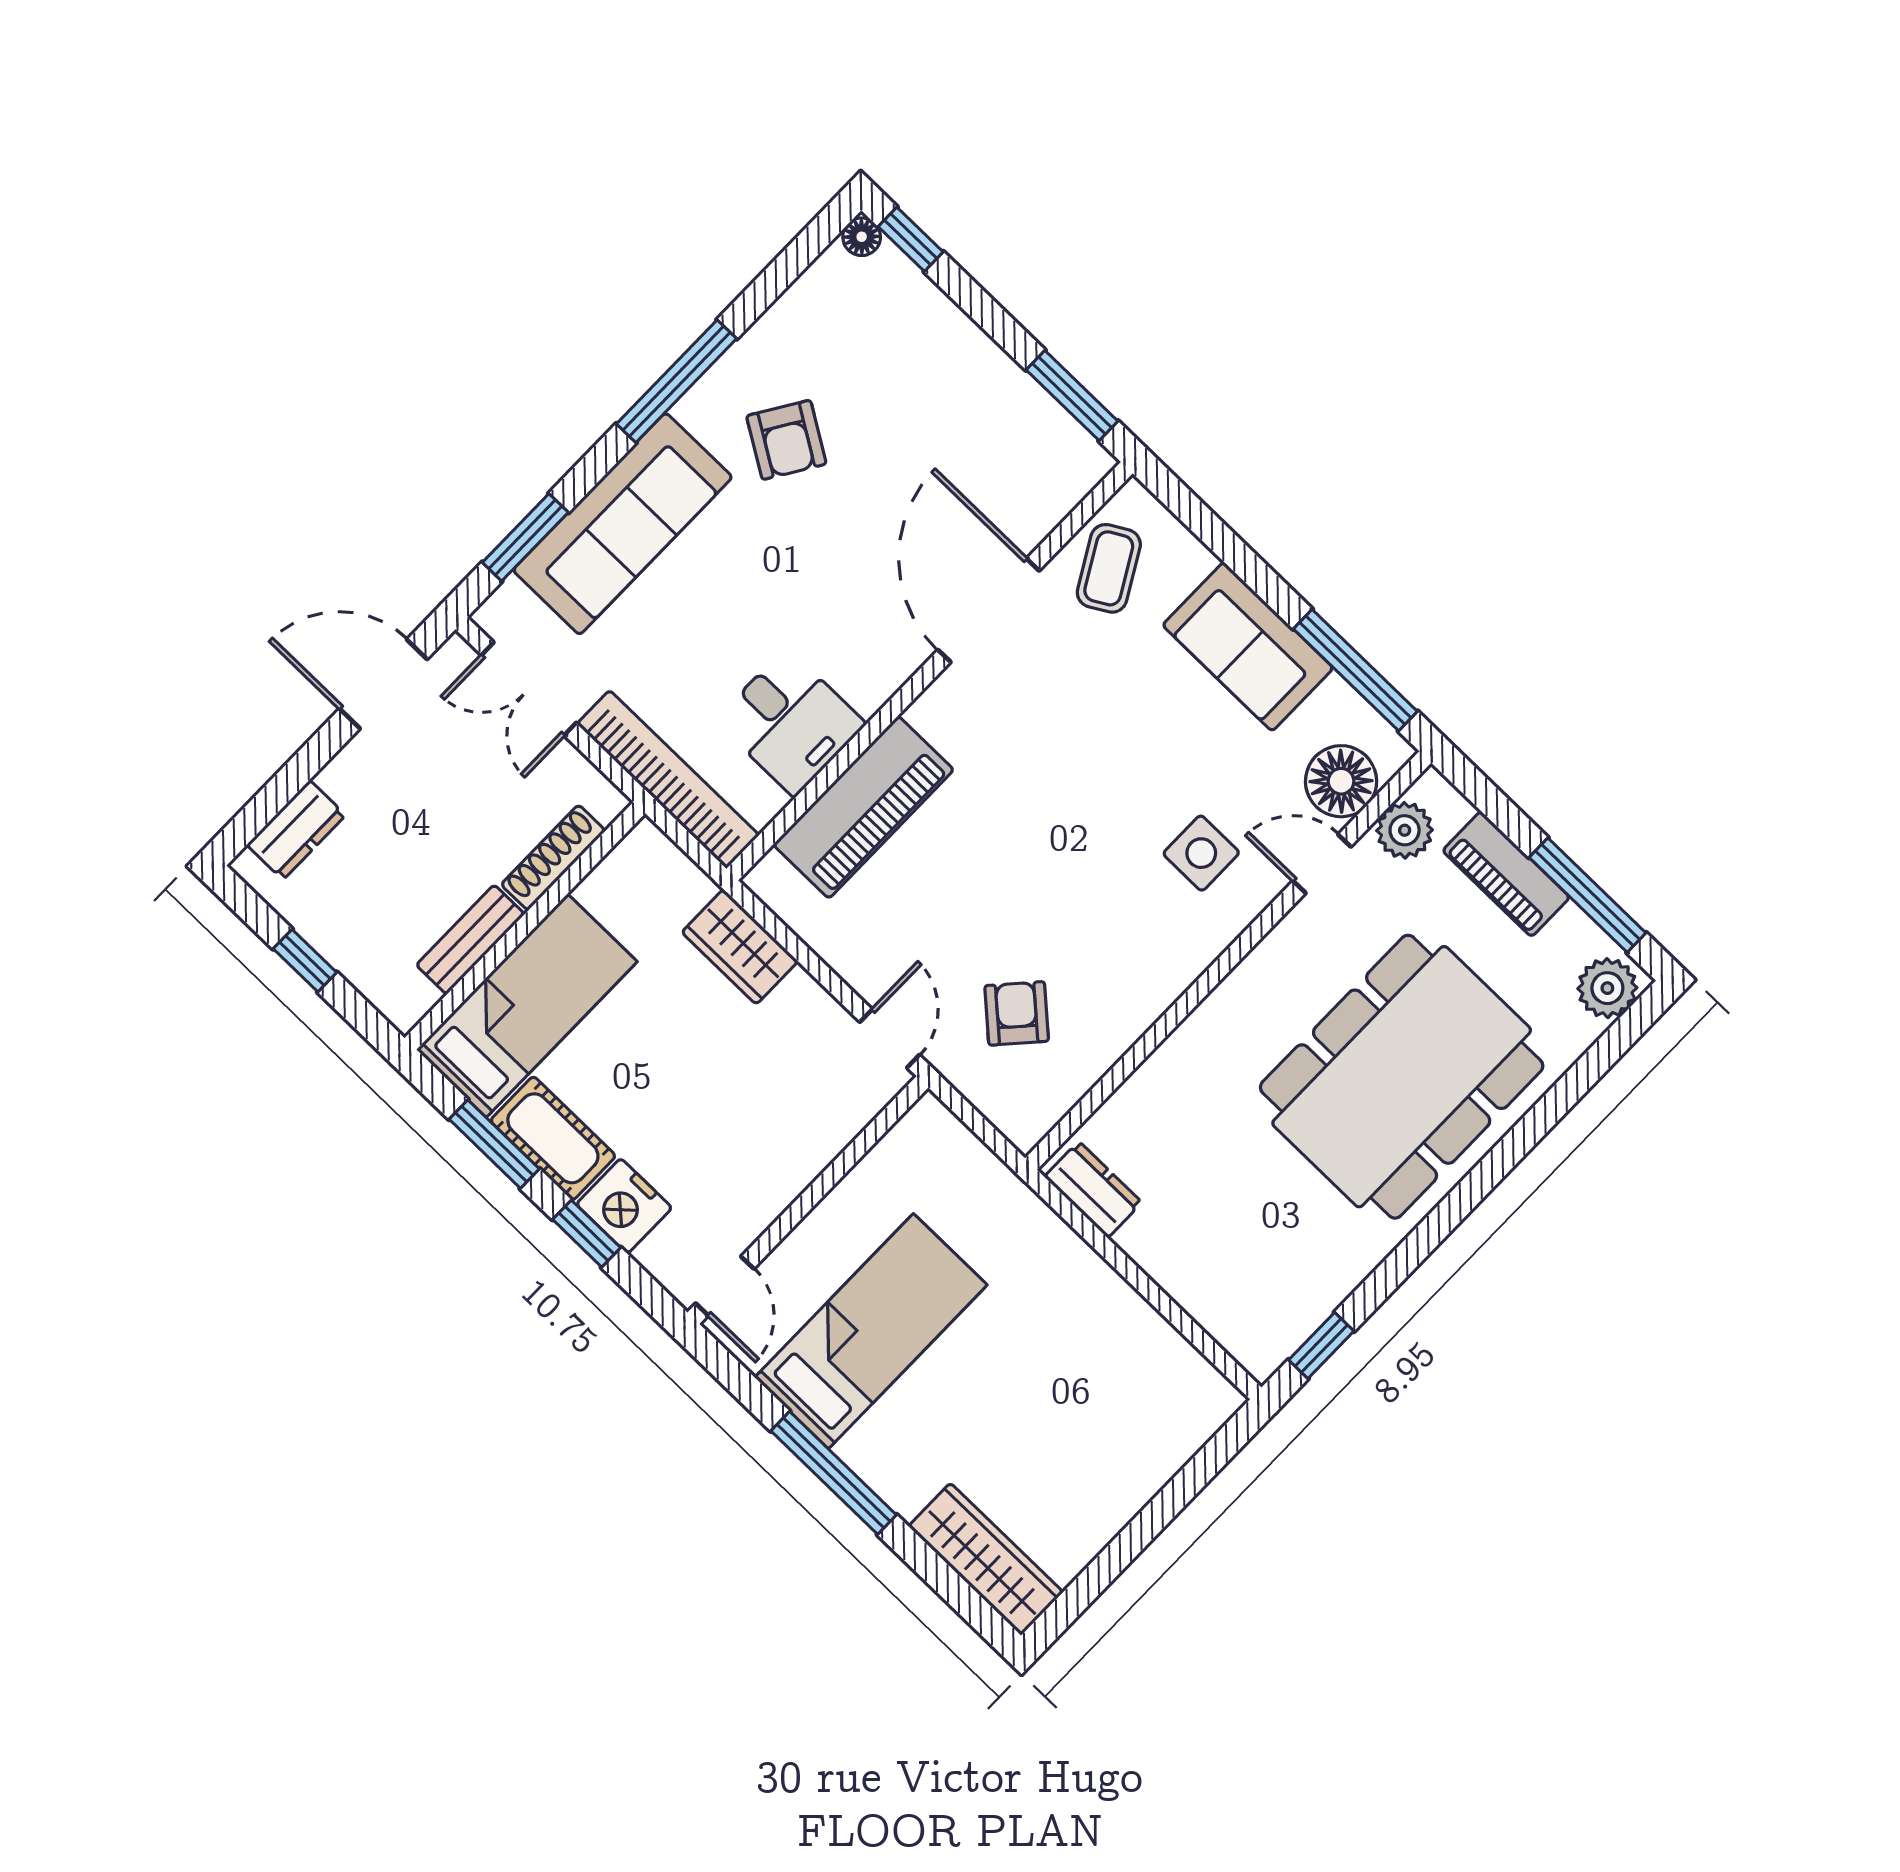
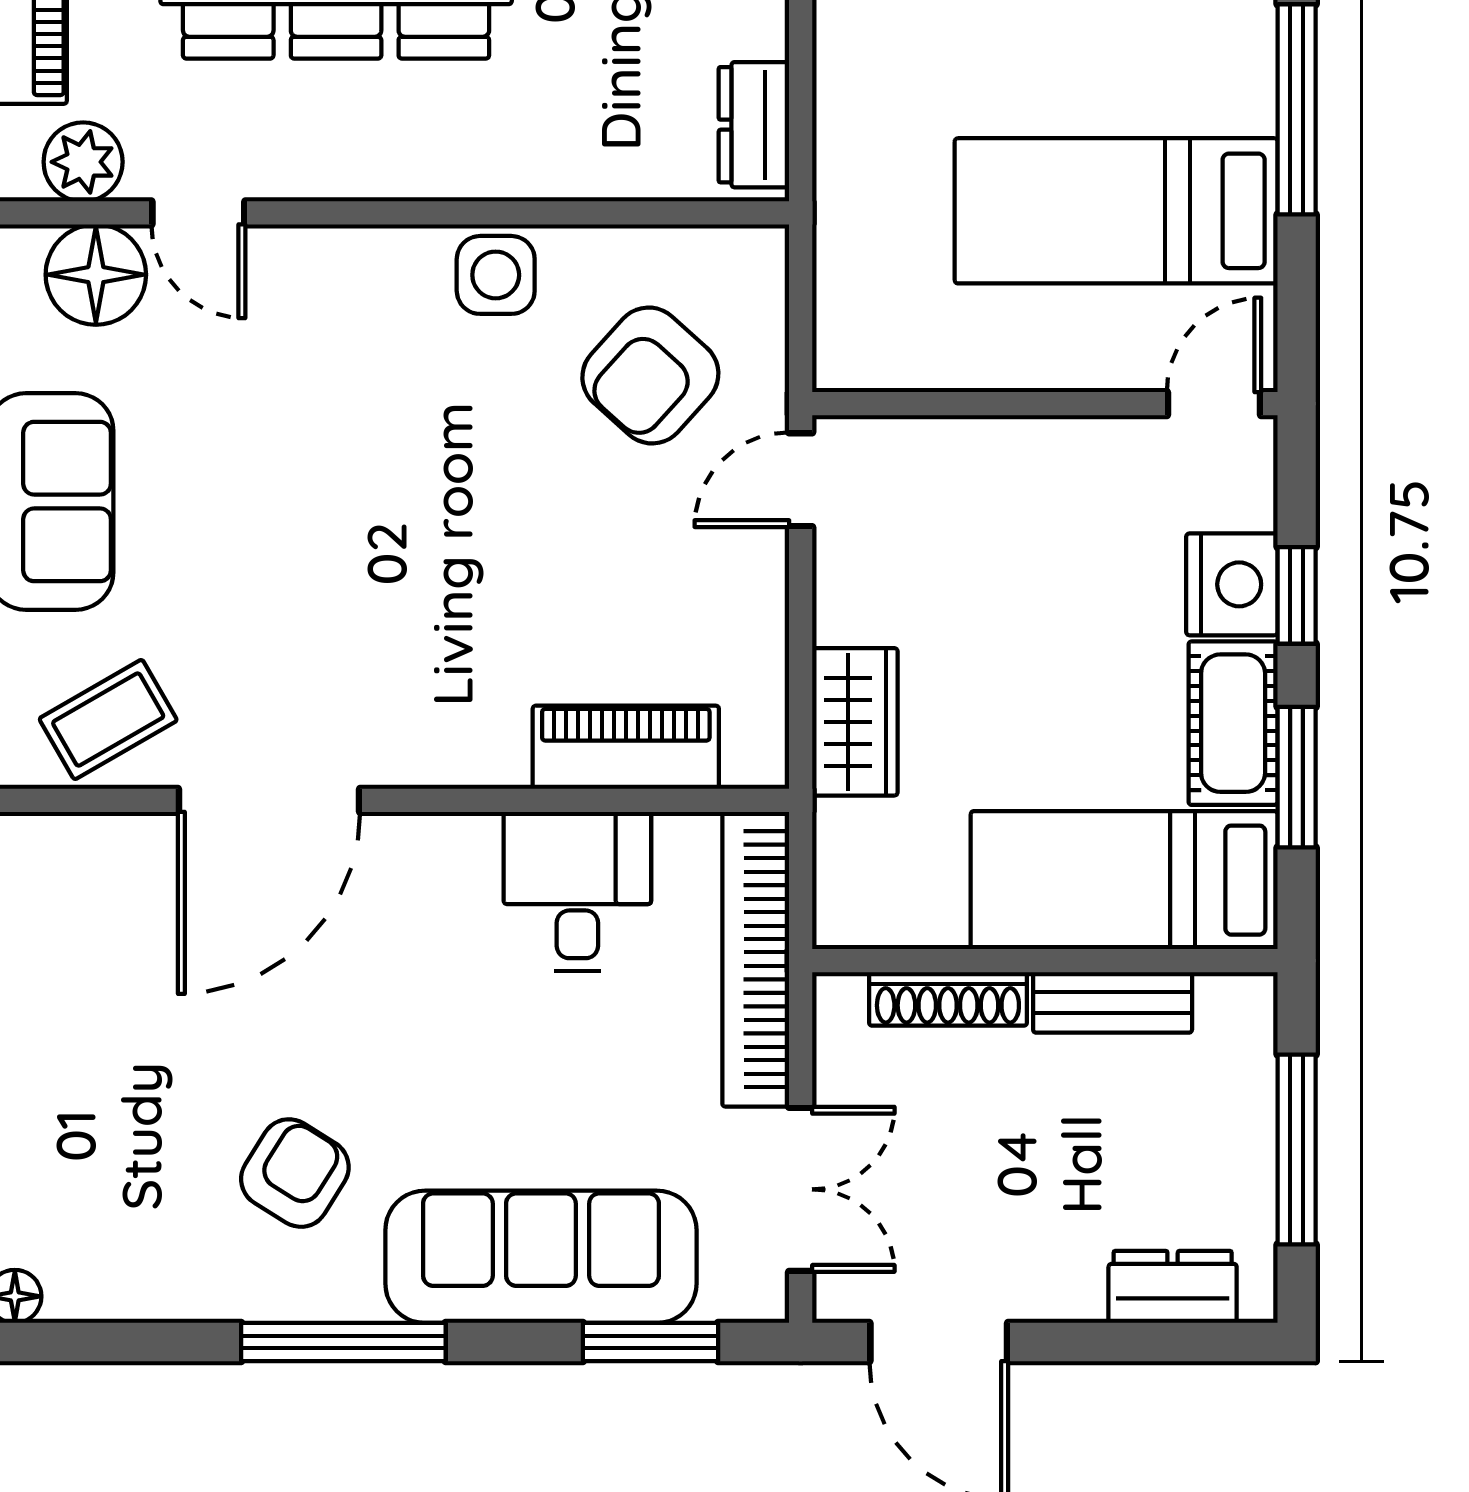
piano: (863, 807) -> (626, 747), width x0.73, depth x0.75
side table: (1201, 853) -> (496, 275), moved
window: (305, 961) -> (1297, 1150), width x2.17
armchair: (1017, 1013) -> (650, 375), width x1.38, depth x1.38

